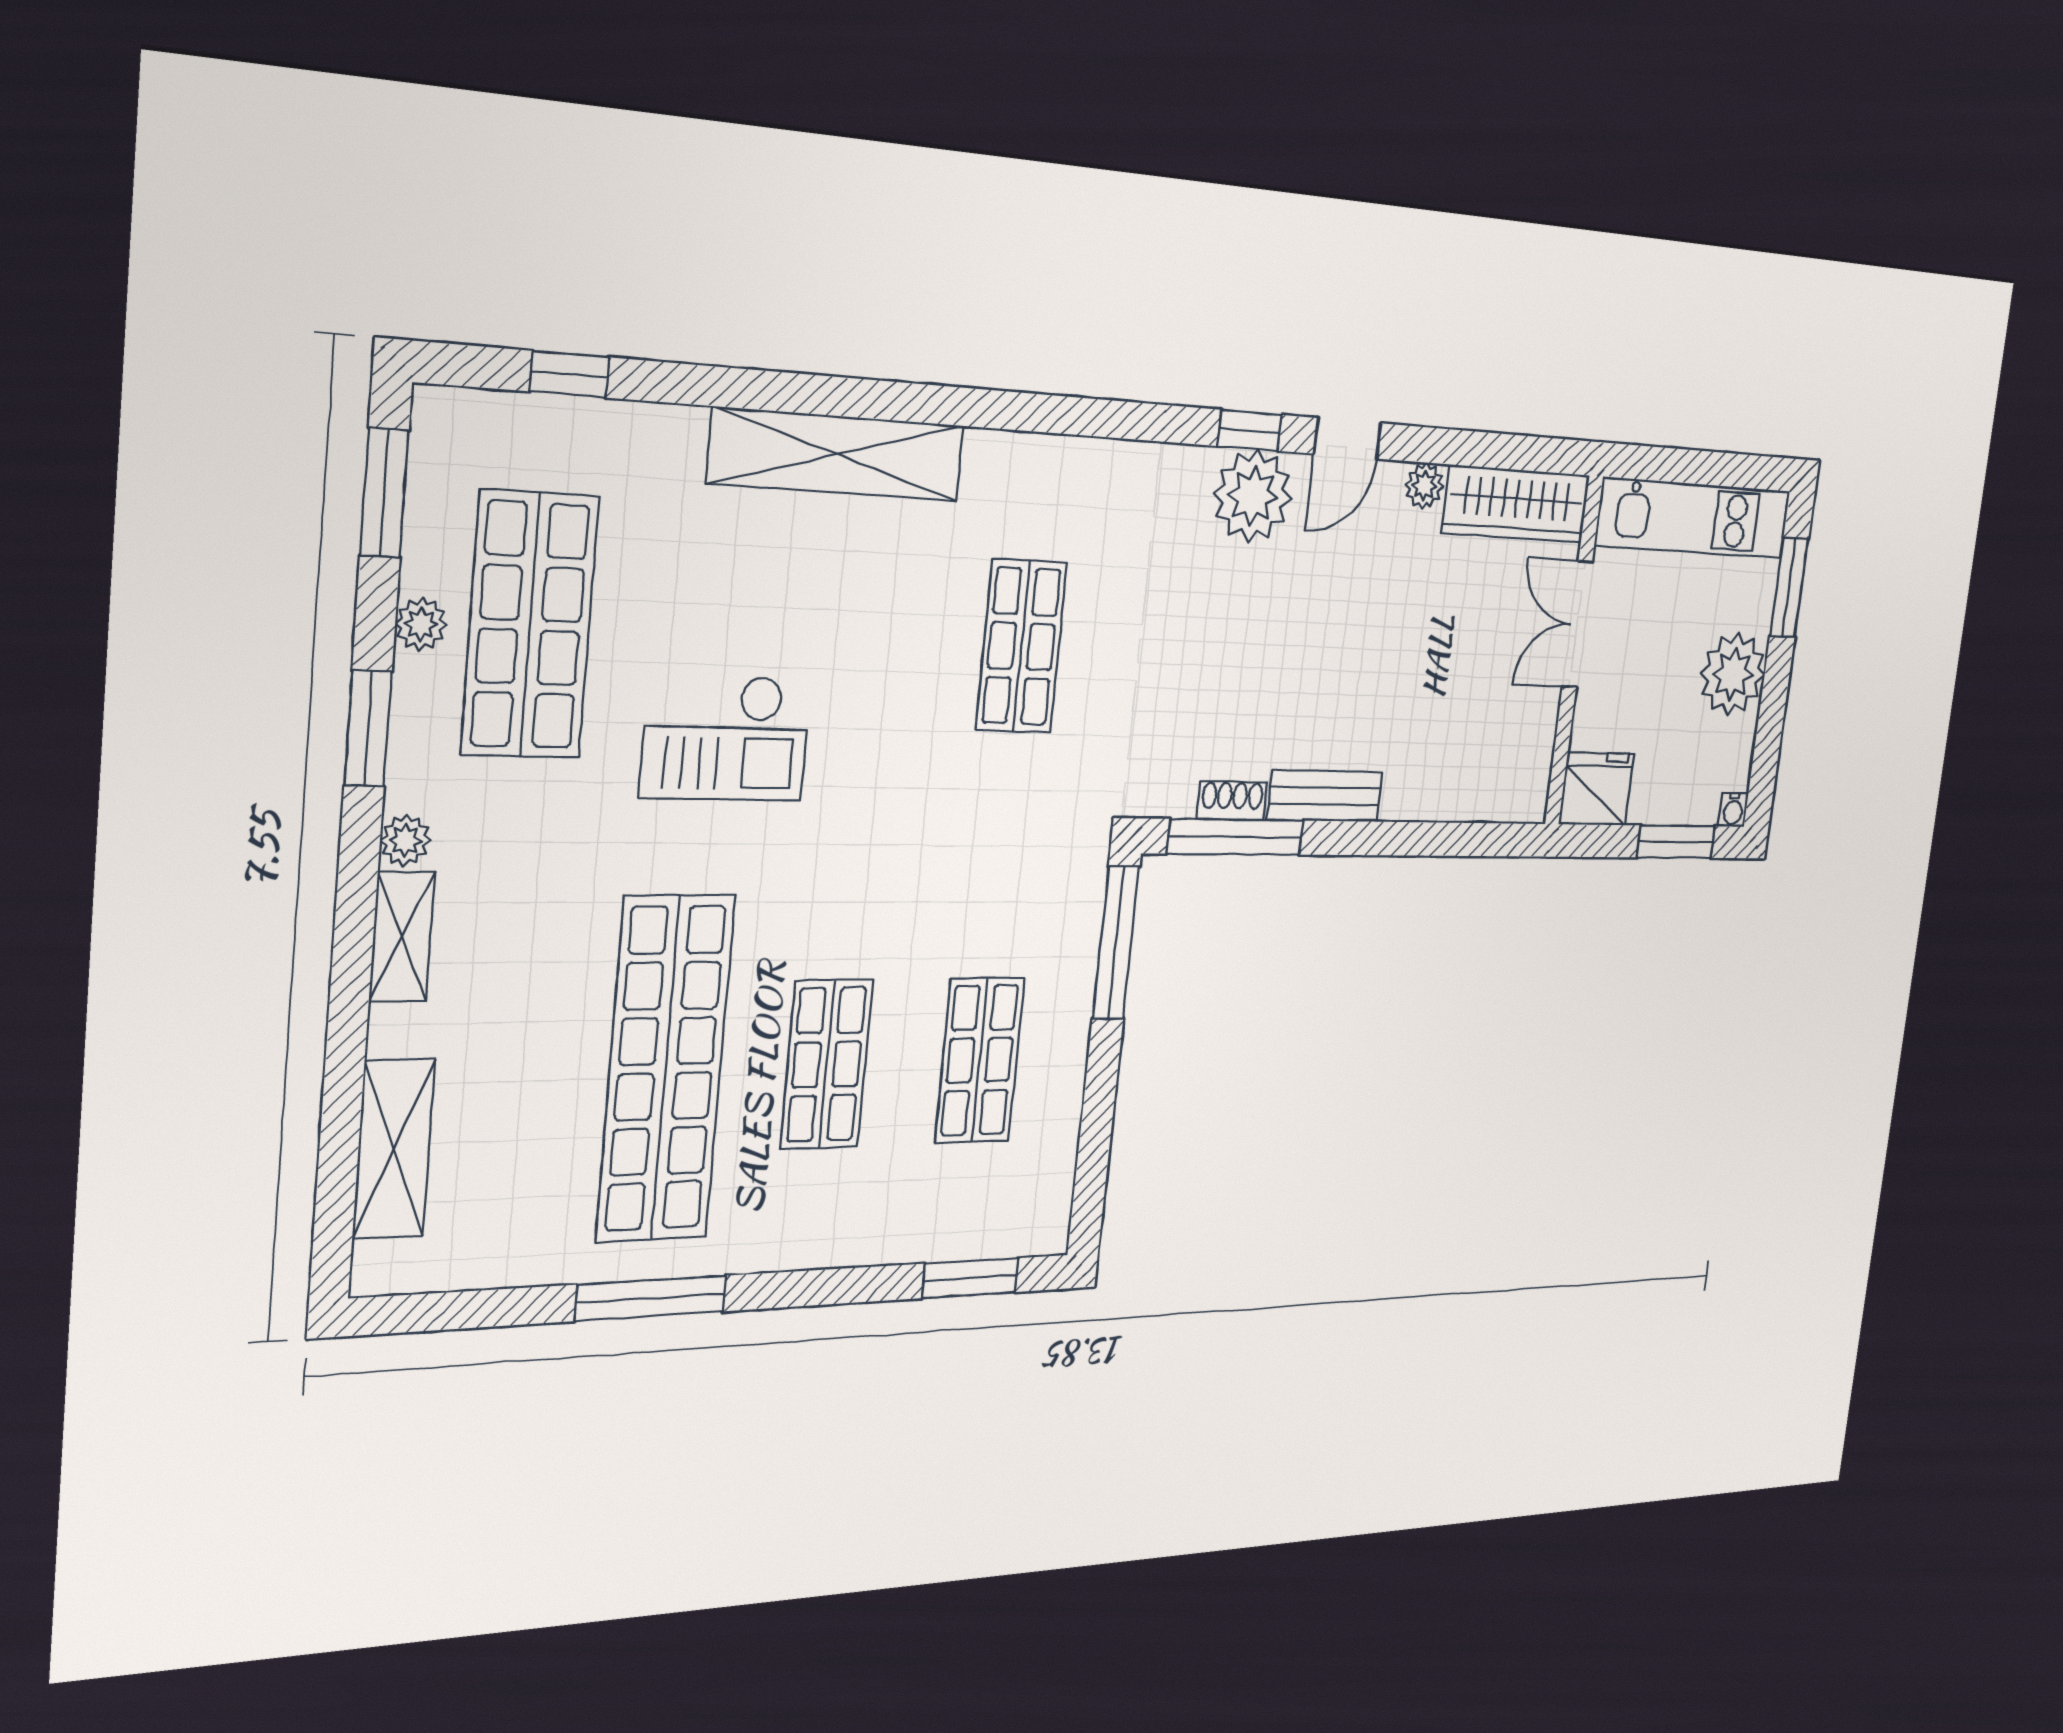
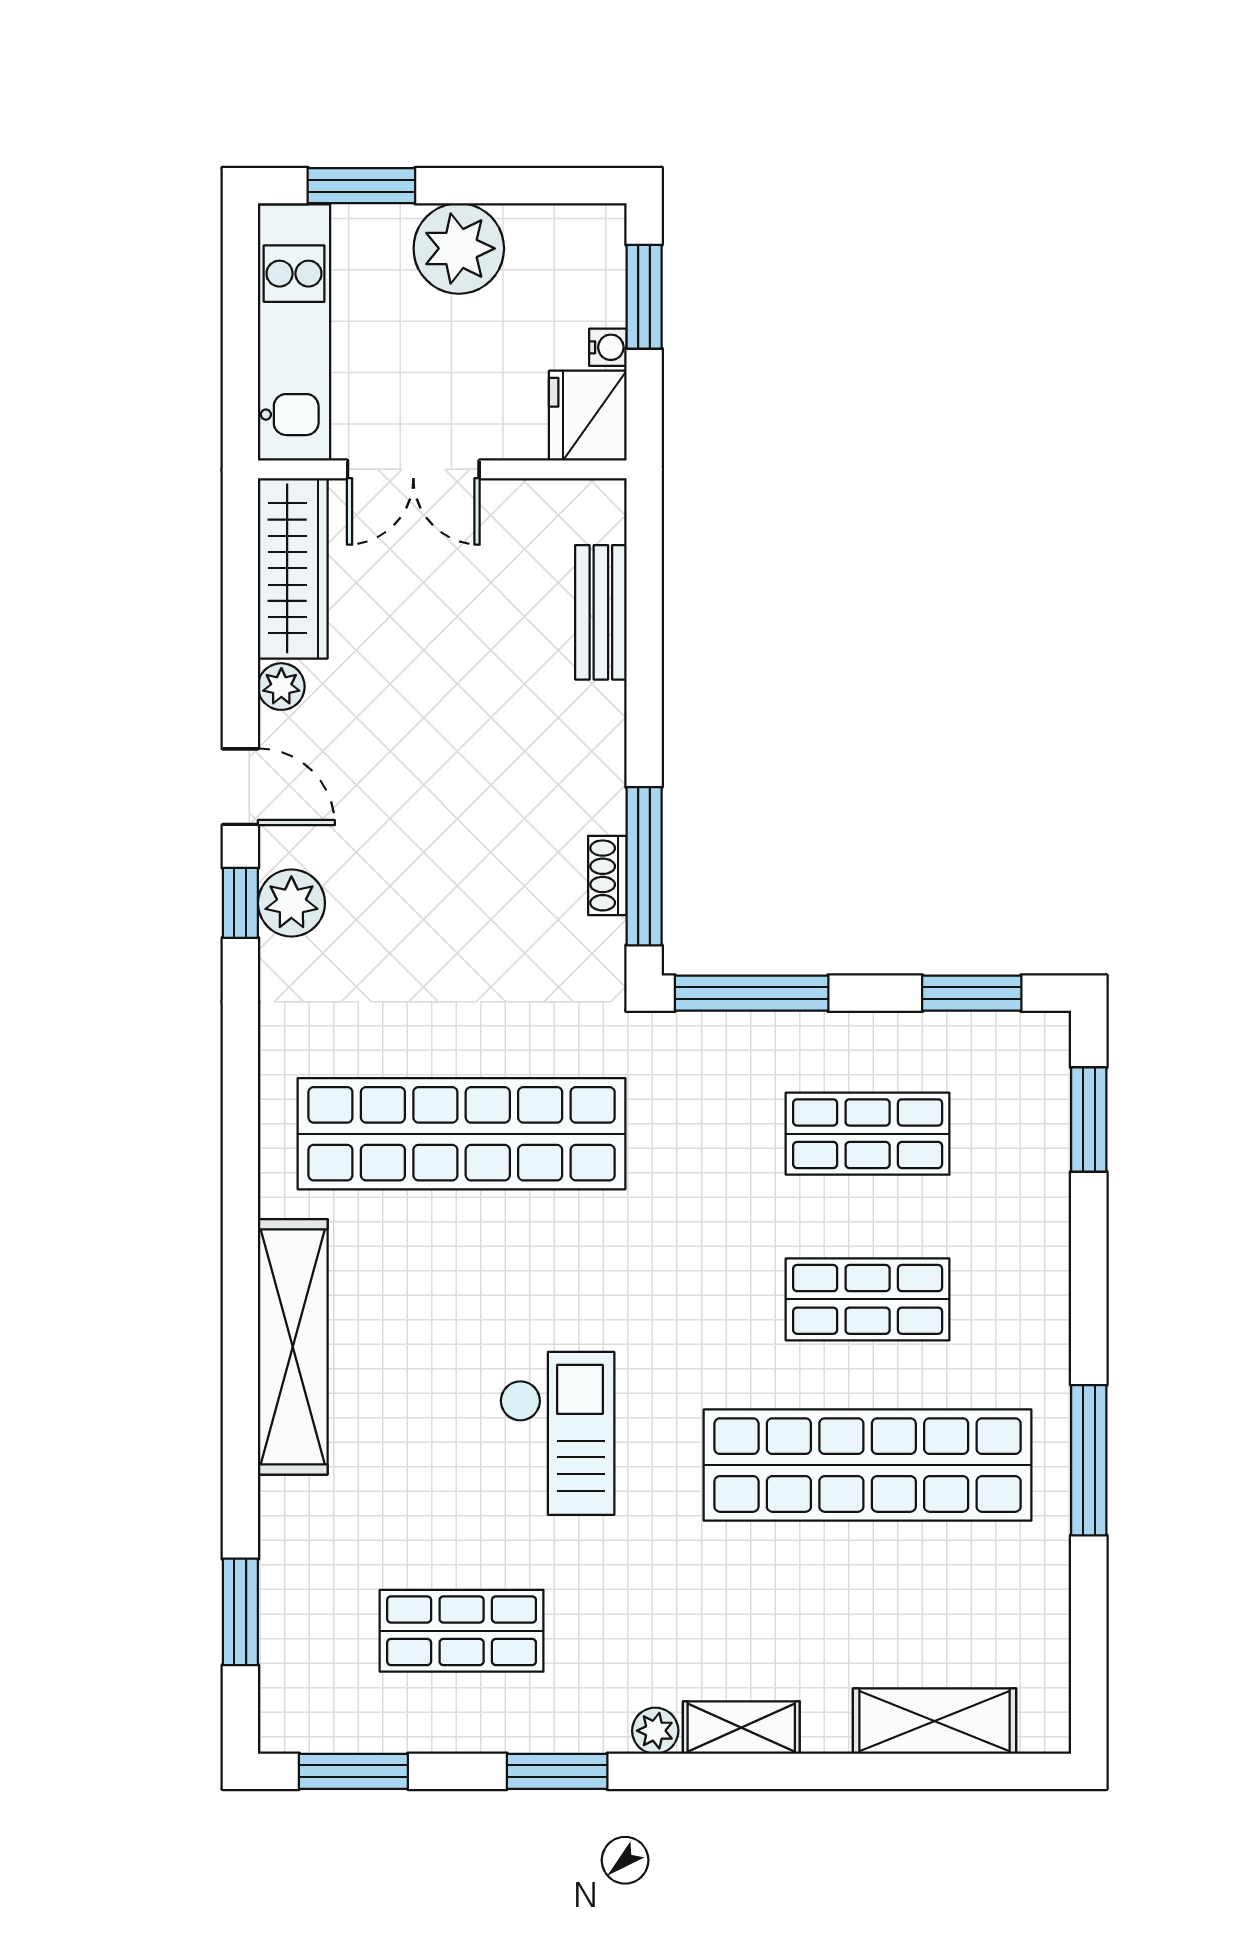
window: (569, 374) -> (240, 1612), width x1.50
plant: (1253, 496) -> (291, 903), width x0.73, depth x0.73
plant: (421, 624) -> (465, 1731), removed
shop shelf: (530, 625) -> (462, 1631), width x0.70, depth x0.74
shop shelf: (1021, 646) -> (462, 1134), width x2.00, depth x1.36
bench: (1325, 796) -> (601, 612), moved
water cooler: (1733, 810) -> (608, 347), moved
window: (1093, 1158) -> (972, 993), added

